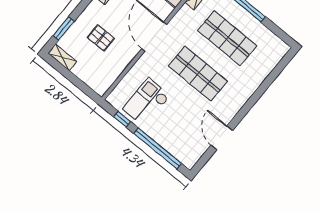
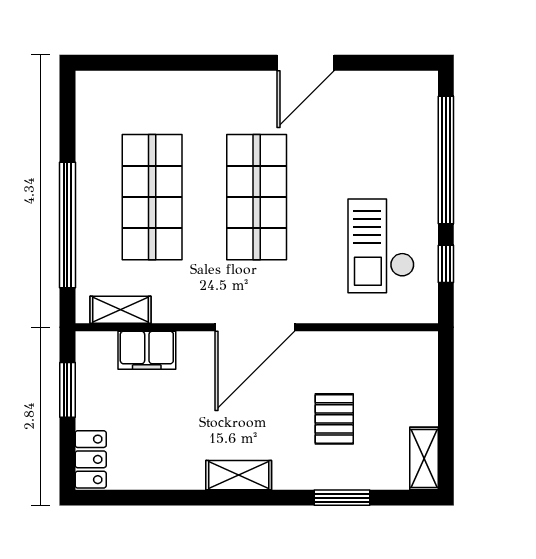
window: (64, 29) -> (342, 498), moved
checkout: (146, 102) -> (381, 246), turned 90
door: (222, 138) -> (306, 63), moved

